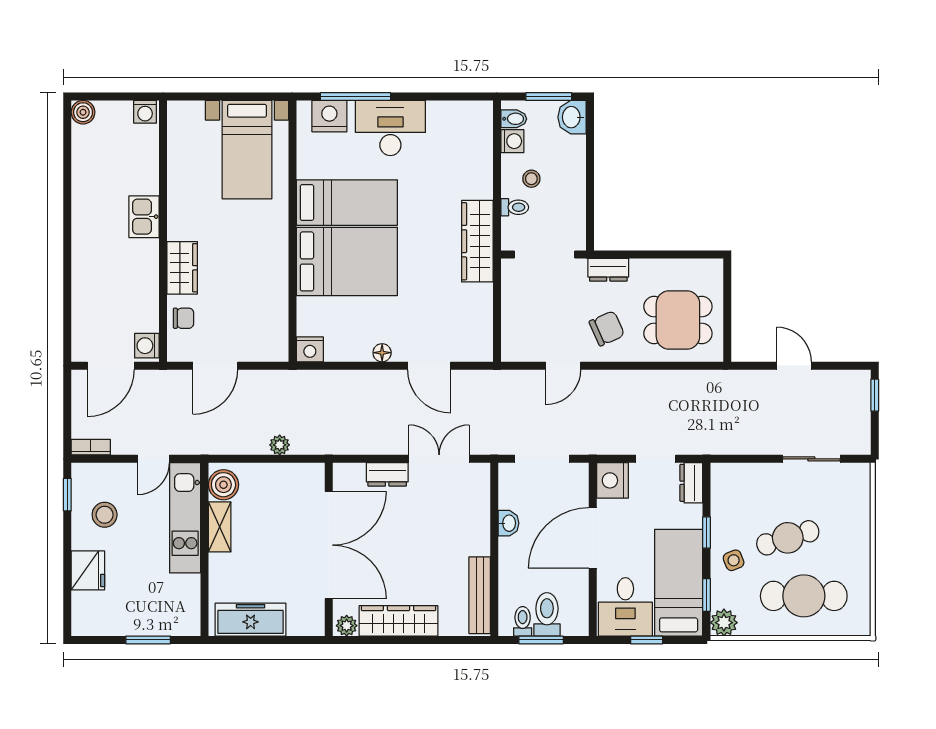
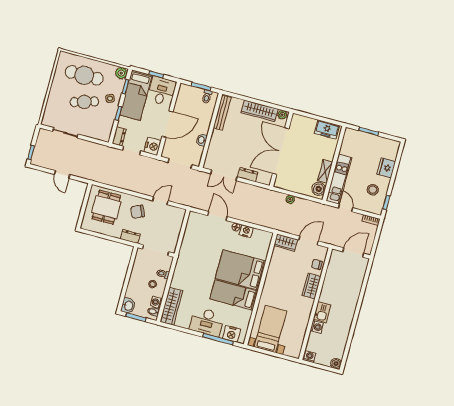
wardrobe: (477, 241) -> (171, 306), moved
dining table: (678, 320) -> (106, 207), turned 90
washing machine: (147, 346) -> (317, 327), moved
wardrobe: (264, 348) -> (286, 243), added
nightstand: (310, 349) -> (246, 231), moved
door: (153, 459) -> (346, 208), hinge flipped
toilet: (547, 614) -> (196, 97), removed
freezer: (251, 620) -> (327, 129), width x0.71

